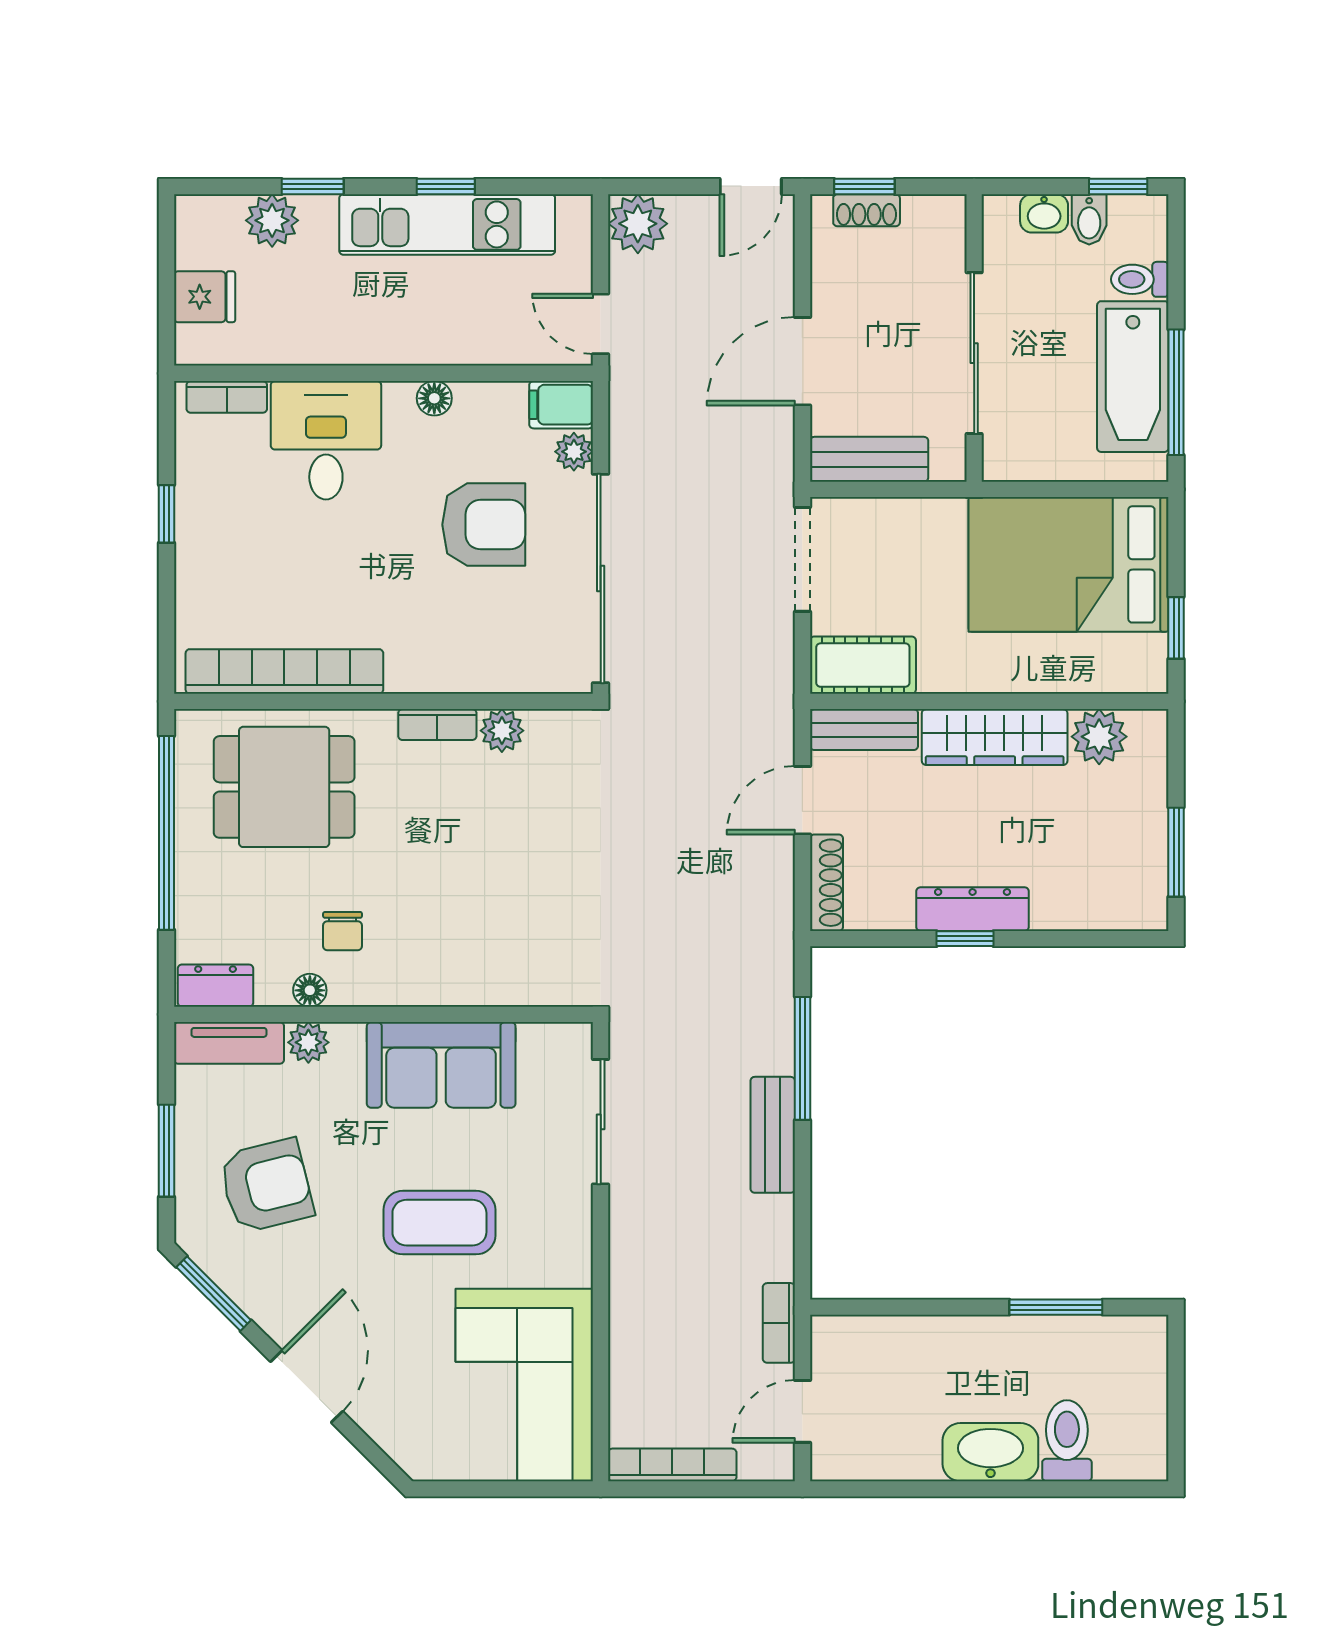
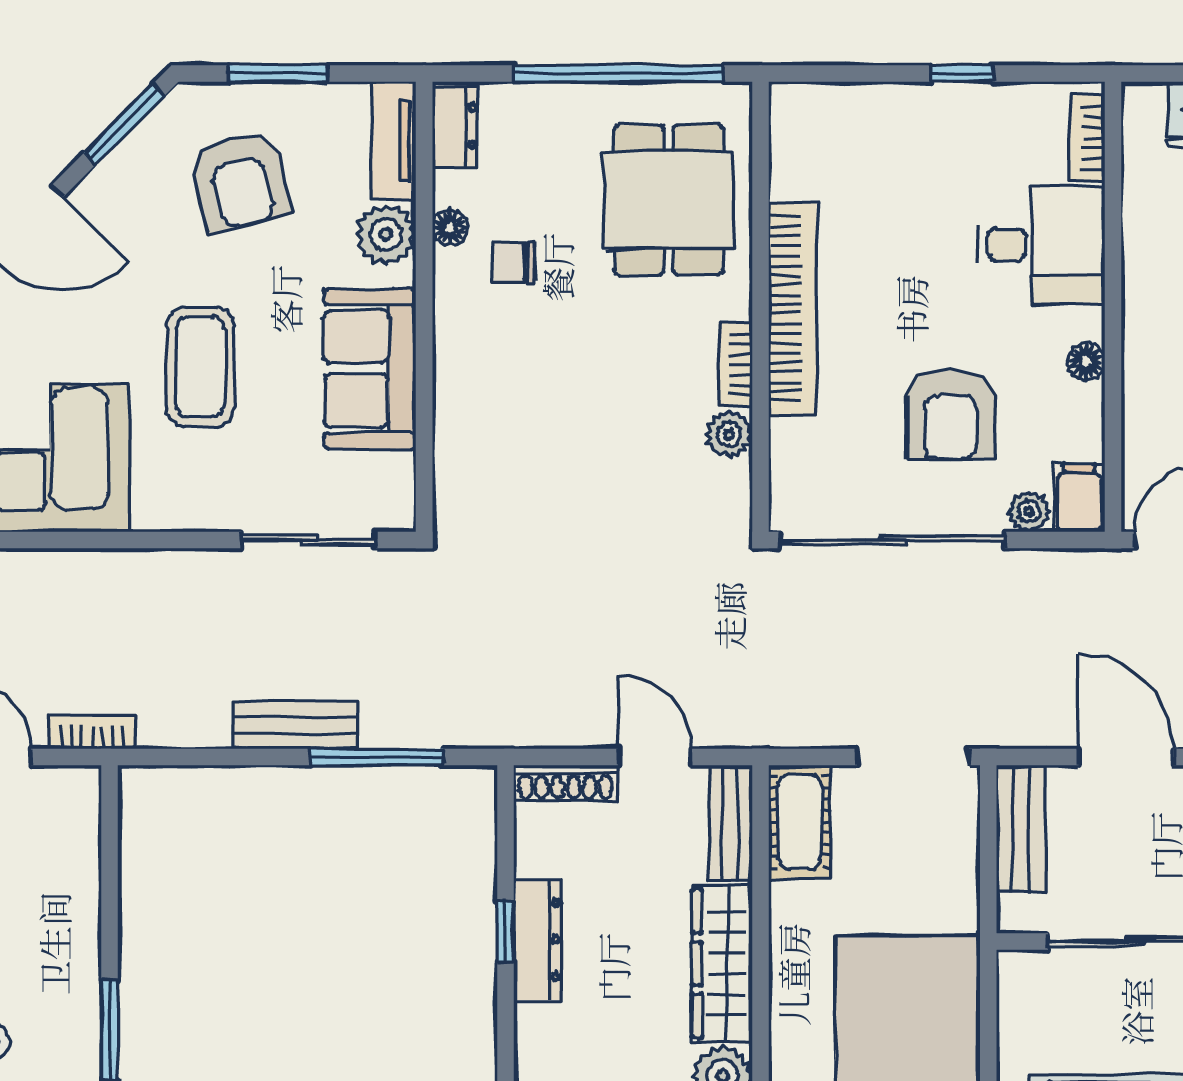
bookcase: (284, 671) -> (793, 309), moved
plant: (308, 1042) -> (386, 234), width x1.38, depth x1.38

